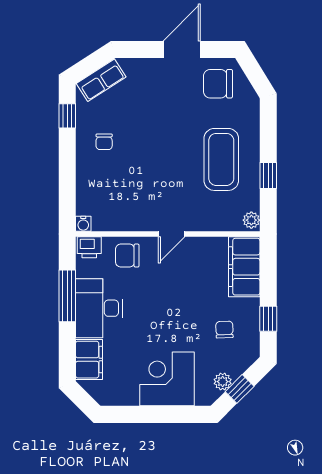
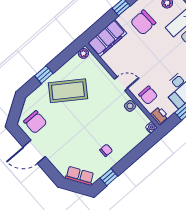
coffee table: (221, 159) -> (68, 91), turned 35
window: (268, 176) -> (44, 75), moved
side table: (134, 221) -> (130, 106), added
chair: (224, 330) -> (143, 22), width x1.87, depth x1.87

